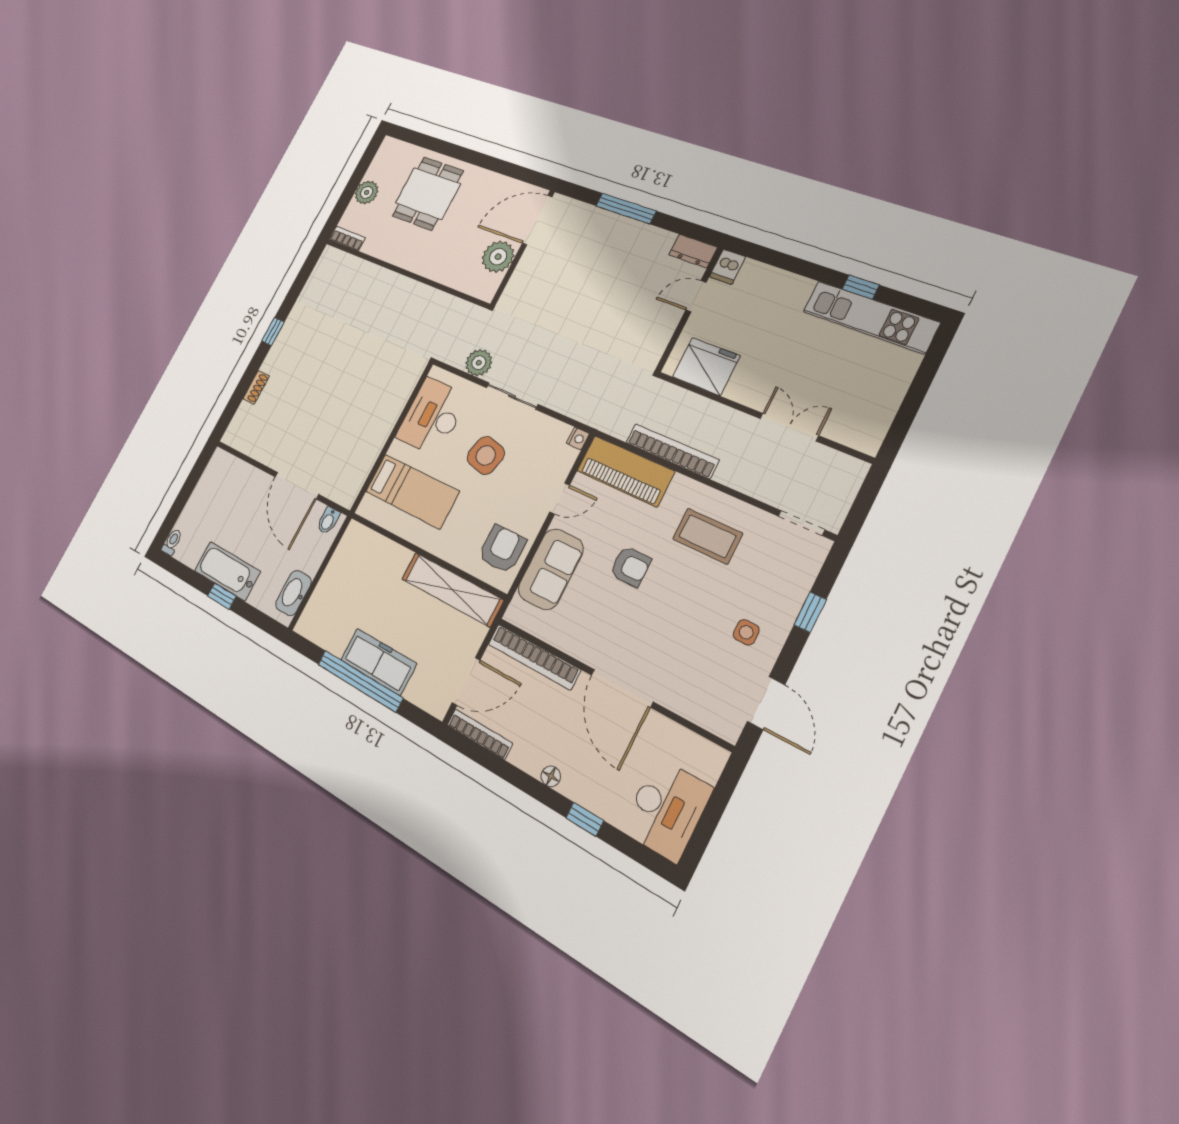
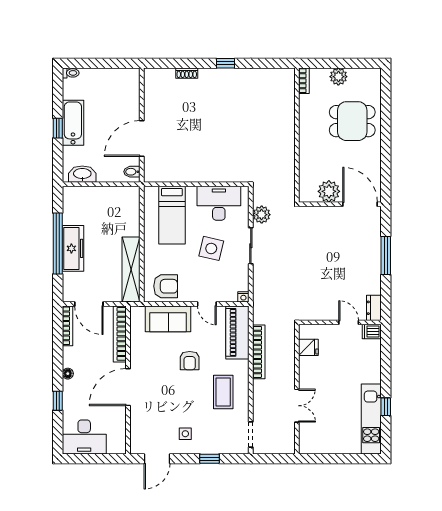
fridge: (706, 366) -> (308, 347), width x0.53, depth x0.75

